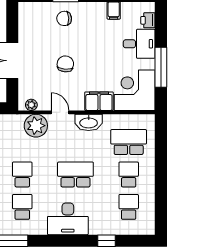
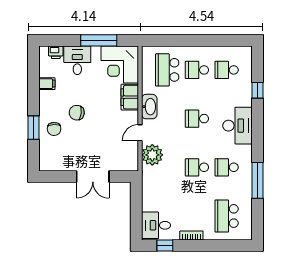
chair: (65, 64) -> (77, 113), moved
plant: (31, 105) -> (133, 159), removed
school desk: (75, 174) -> (197, 119), width x0.54

